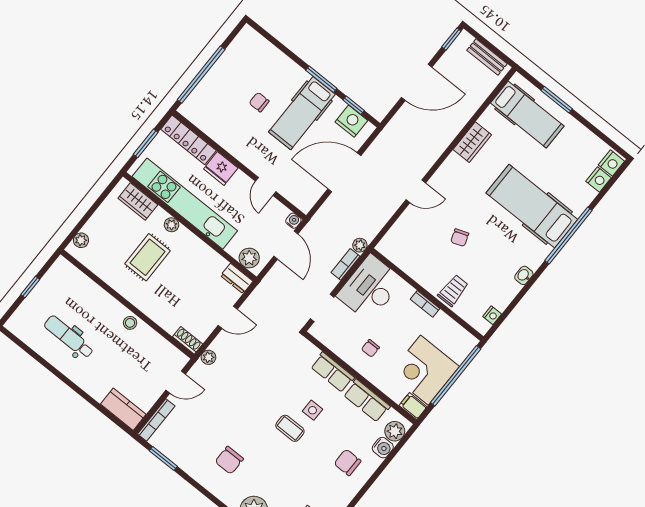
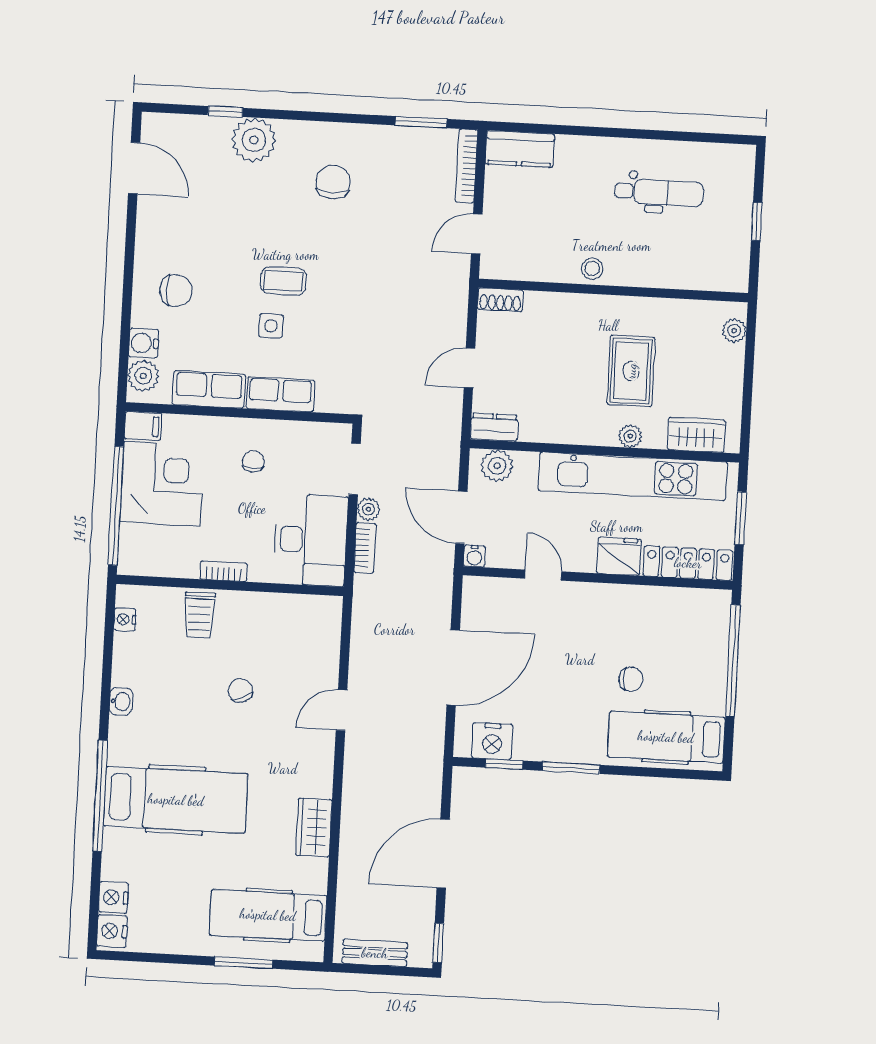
hospital bed: (302, 113) -> (666, 737), moved, turned -90
plant: (360, 245) -> (368, 509), moved
plant: (208, 357) -> (457, 297), removed

